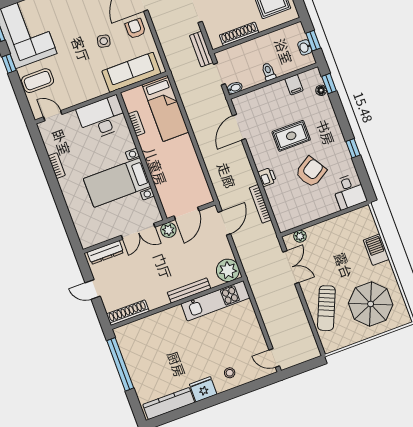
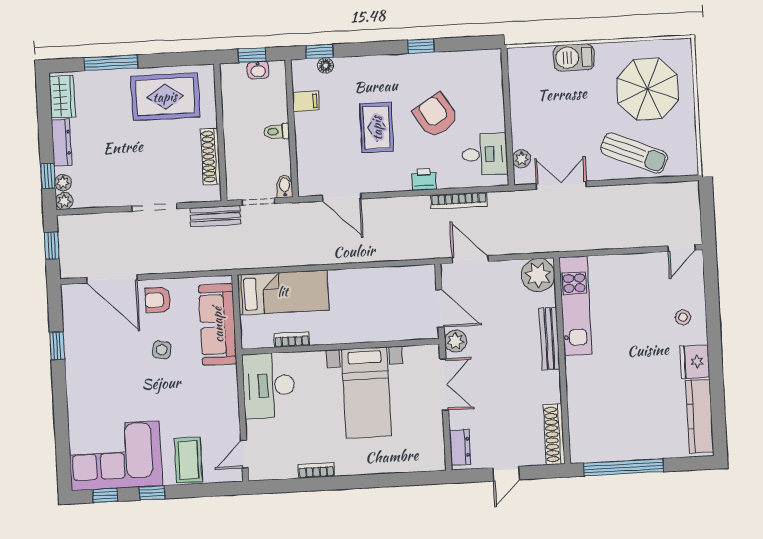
desk: (349, 191) -> (485, 154), moved
dresser: (105, 252) -> (460, 447), width x0.70

